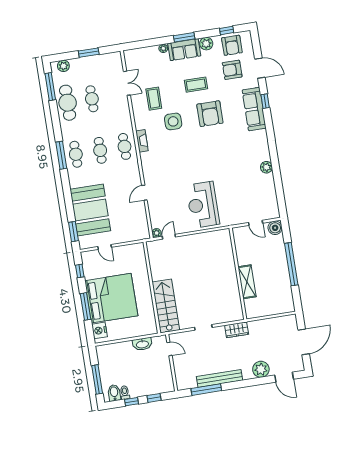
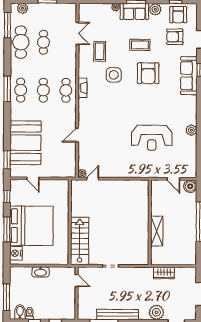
reception desk: (203, 205) -> (152, 138), moved, turned -90
wardrobe: (237, 330) -> (164, 273), moved
washbasin: (142, 344) -> (41, 272), moved

